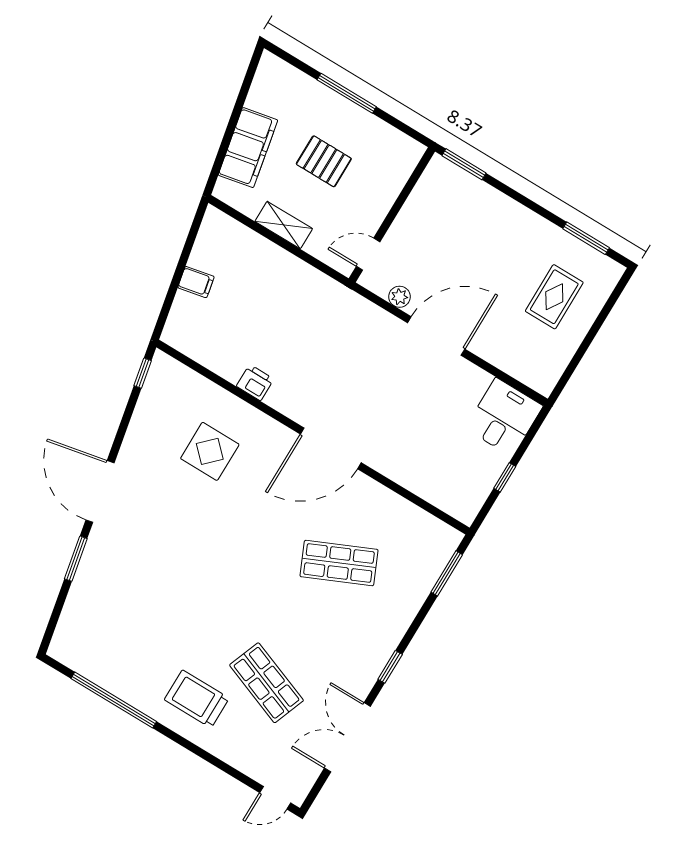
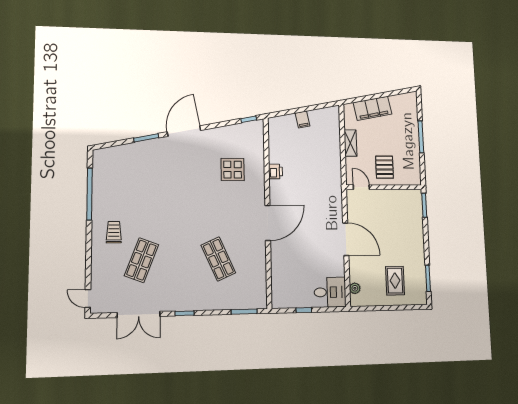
pallet: (324, 161) -> (384, 167), moved
plant: (400, 297) -> (355, 288), moved
rug: (554, 297) -> (395, 281), turned 90
door: (331, 448) -> (268, 223), swing flipped
trolley: (197, 699) -> (114, 232), width x0.73, depth x0.72
double door: (347, 737) -> (139, 314), swing flipped

